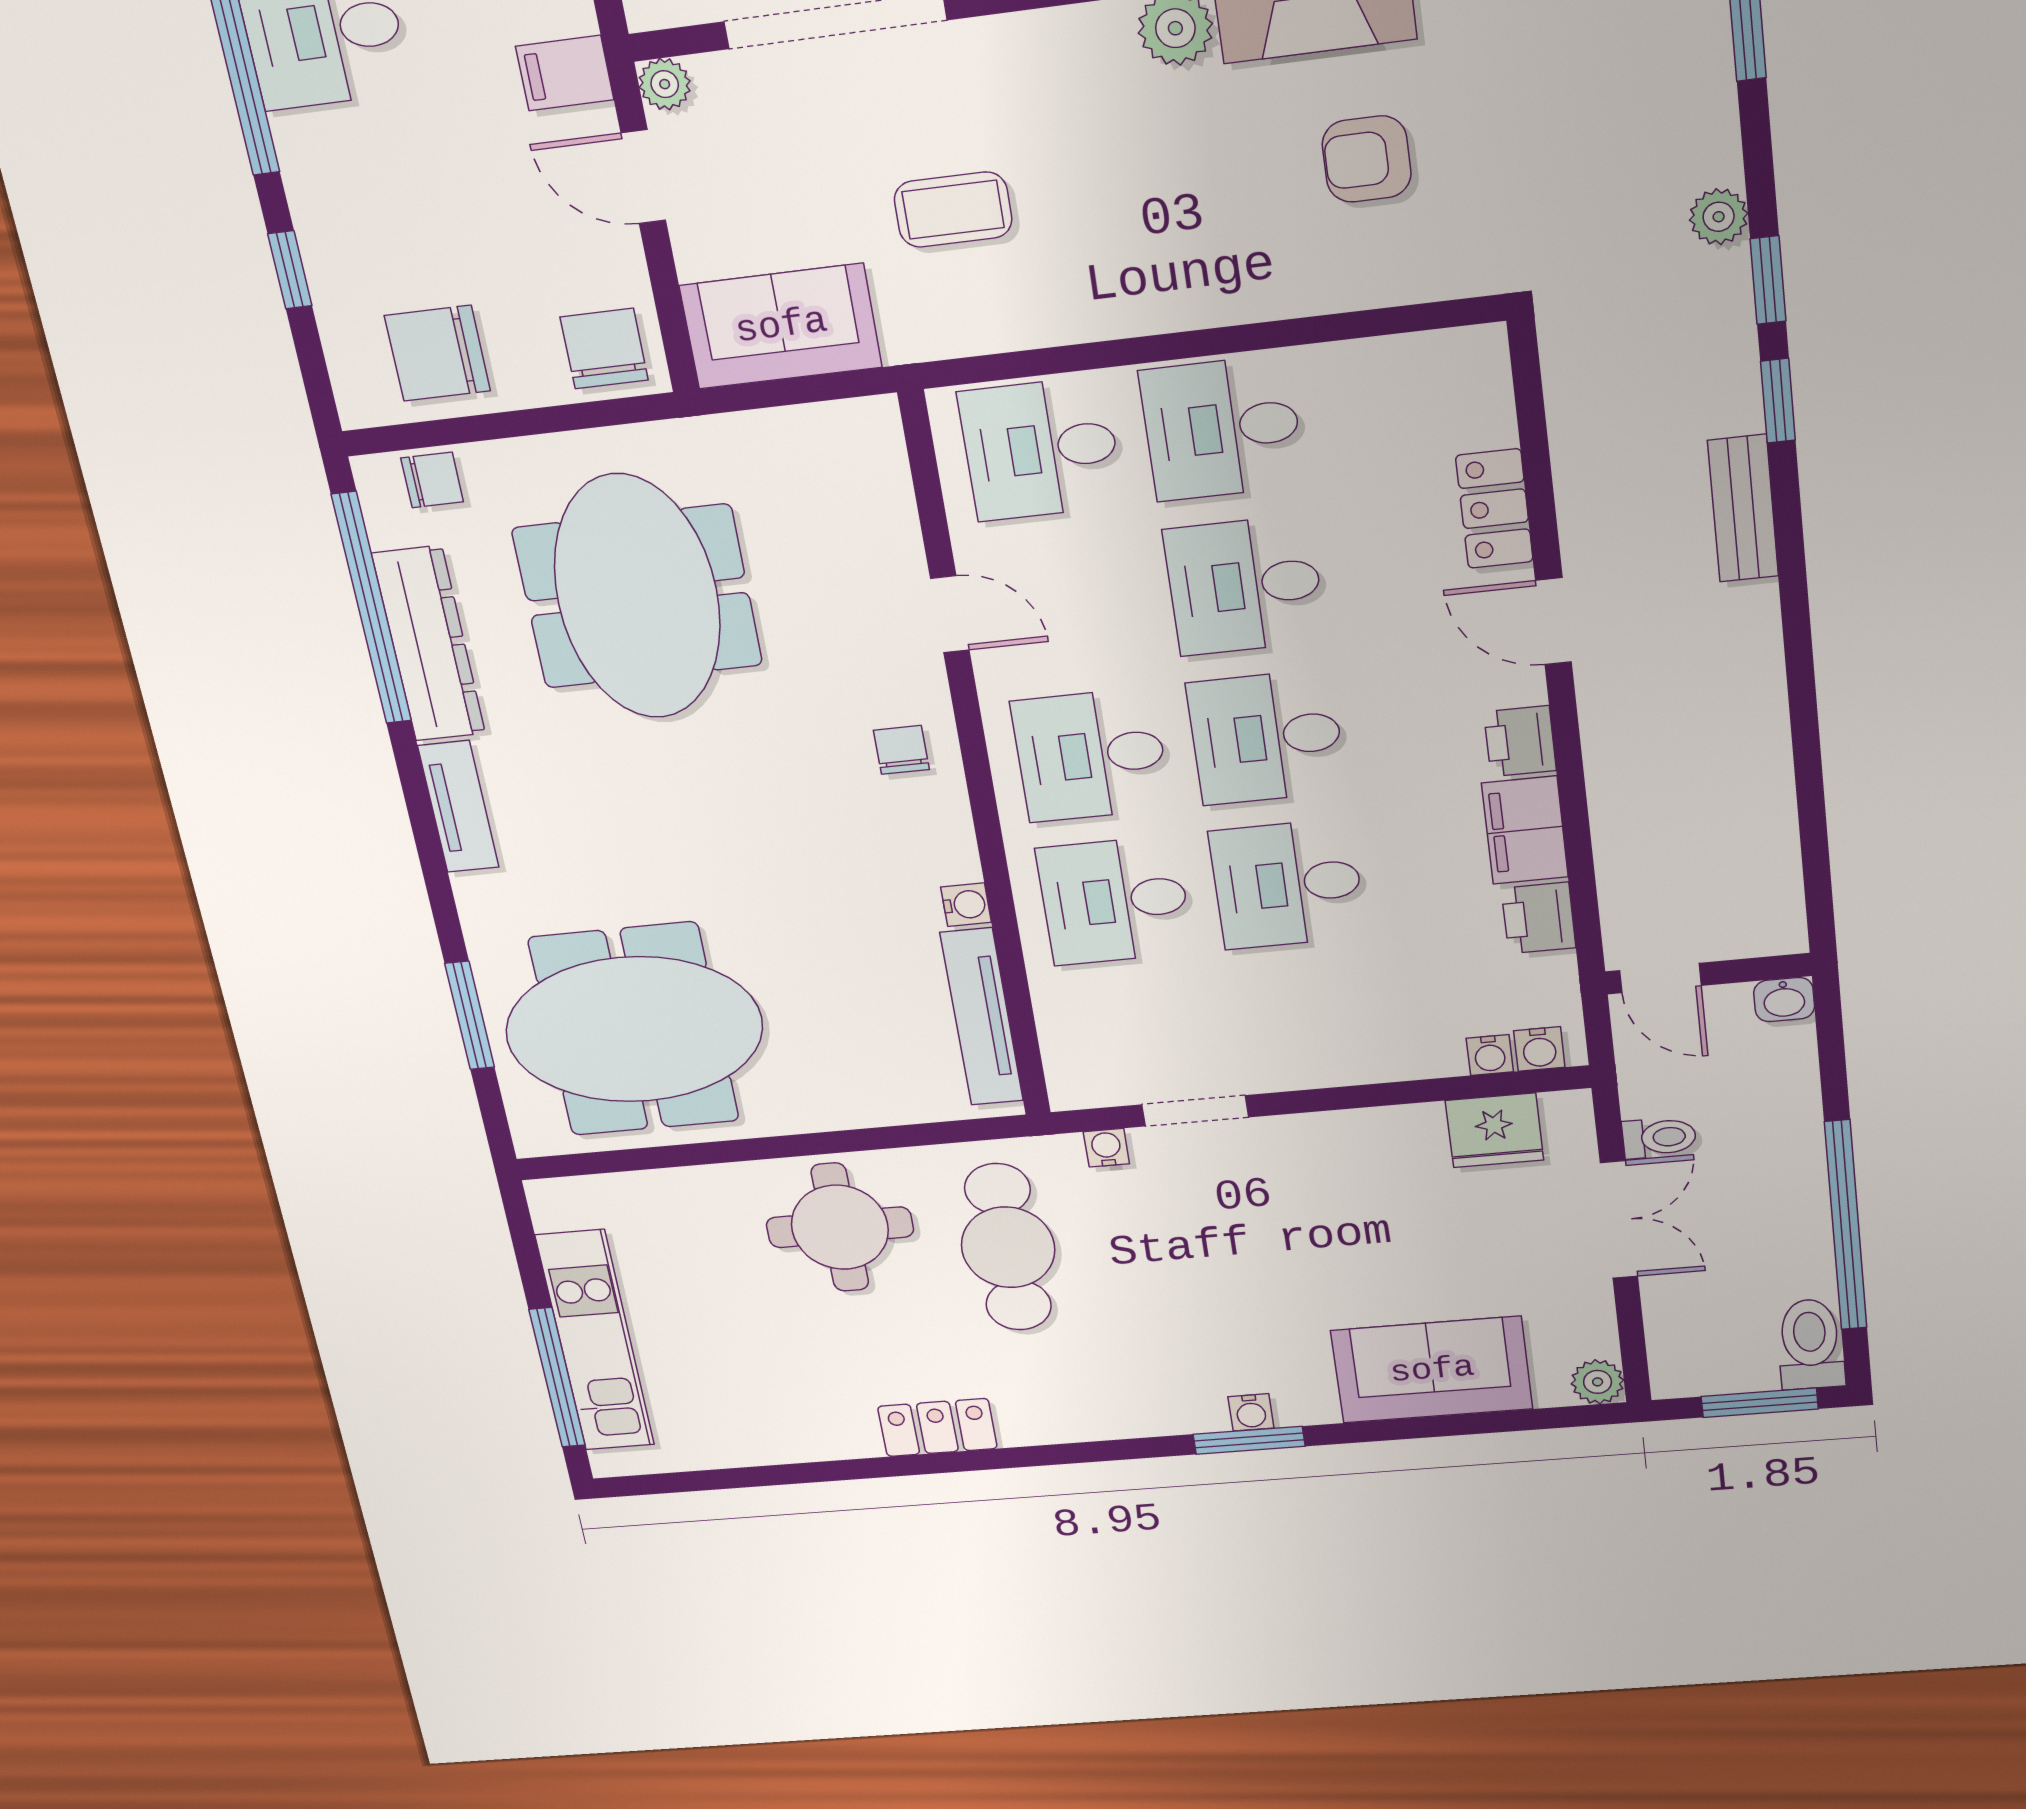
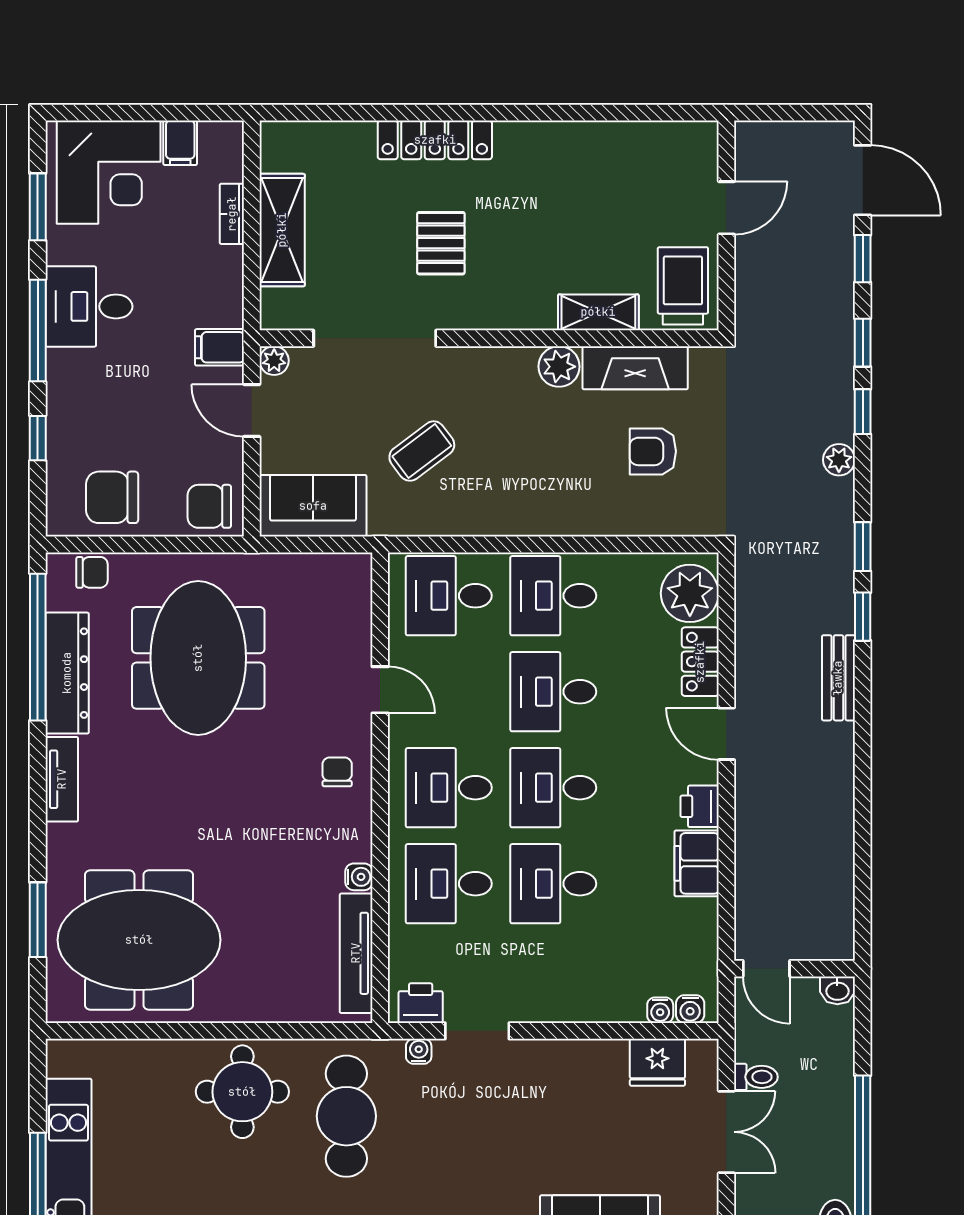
coffee table: (953, 210) -> (422, 451), turned -37
plant: (1719, 217) -> (839, 460), moved
chair: (604, 349) -> (209, 506), turned -90
plant: (1463, 397) -> (690, 593), added
printer: (1539, 918) -> (421, 1003), moved, turned 90

